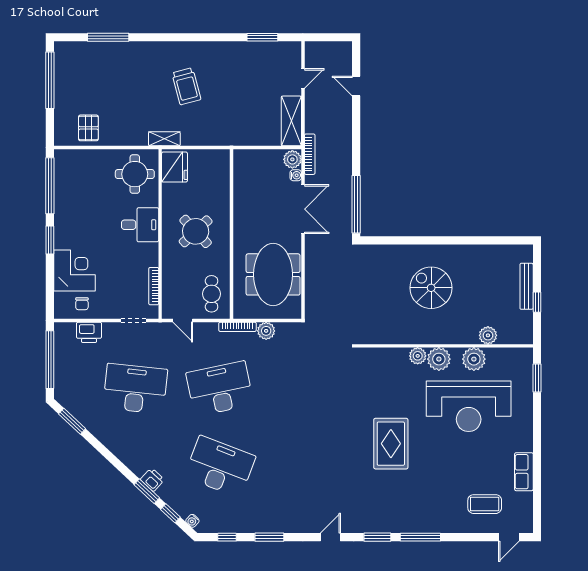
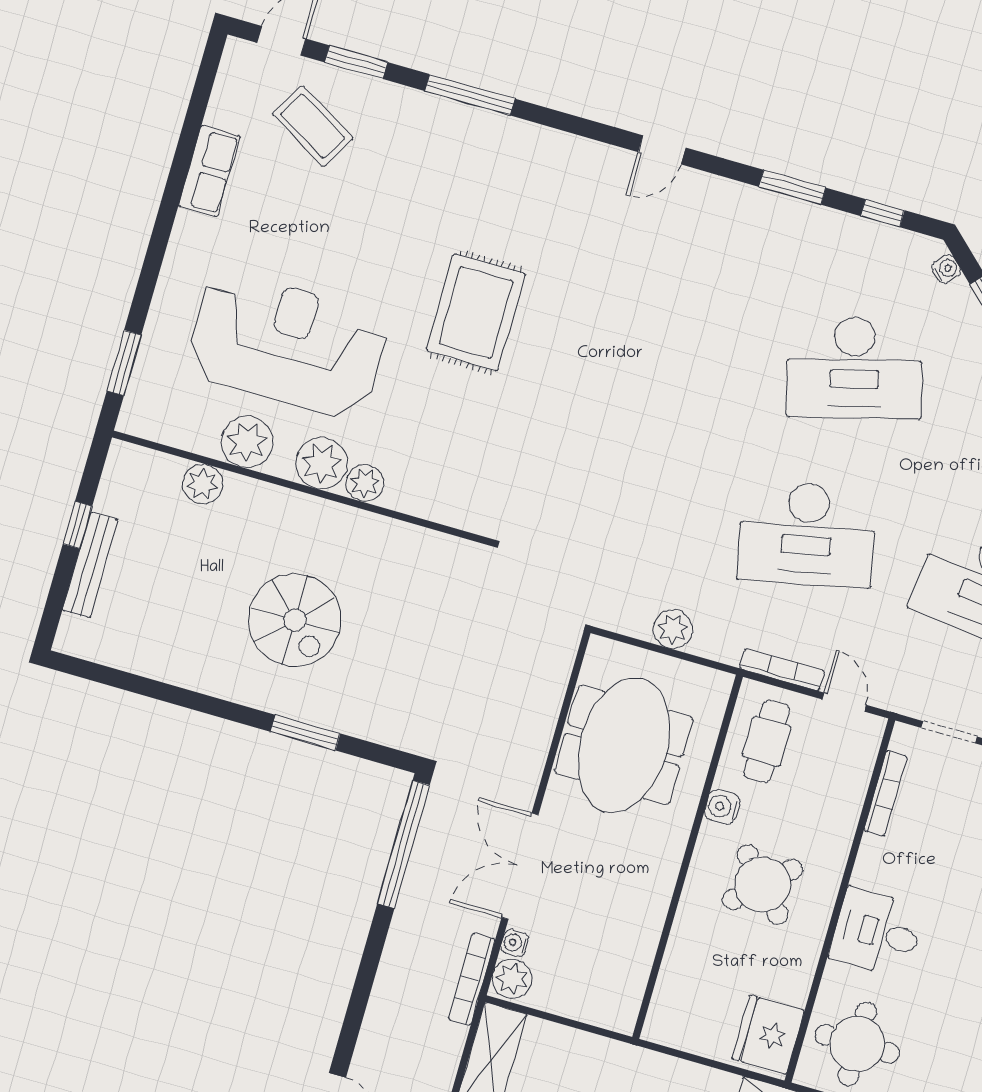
window: (412, 240) -> (305, 733), added
water cooler: (223, 260) -> (722, 807), added
bookcase: (237, 327) -> (782, 670), moved
desk: (220, 467) -> (854, 368), turned -36
coffee table: (485, 504) -> (313, 126), turned 30
window: (377, 537) -> (356, 62), moved

